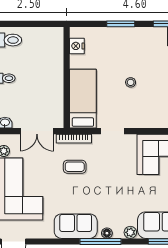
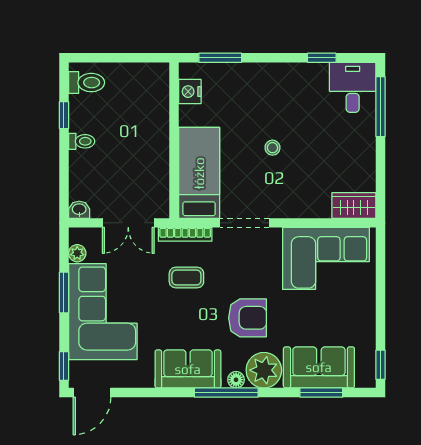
window: (121, 24) -> (220, 58), moved
doorway: (112, 131) -> (244, 223), width x1.38
armchair: (114, 193) -> (248, 318), added
plant: (130, 232) -> (264, 370), width x1.87, depth x1.87

